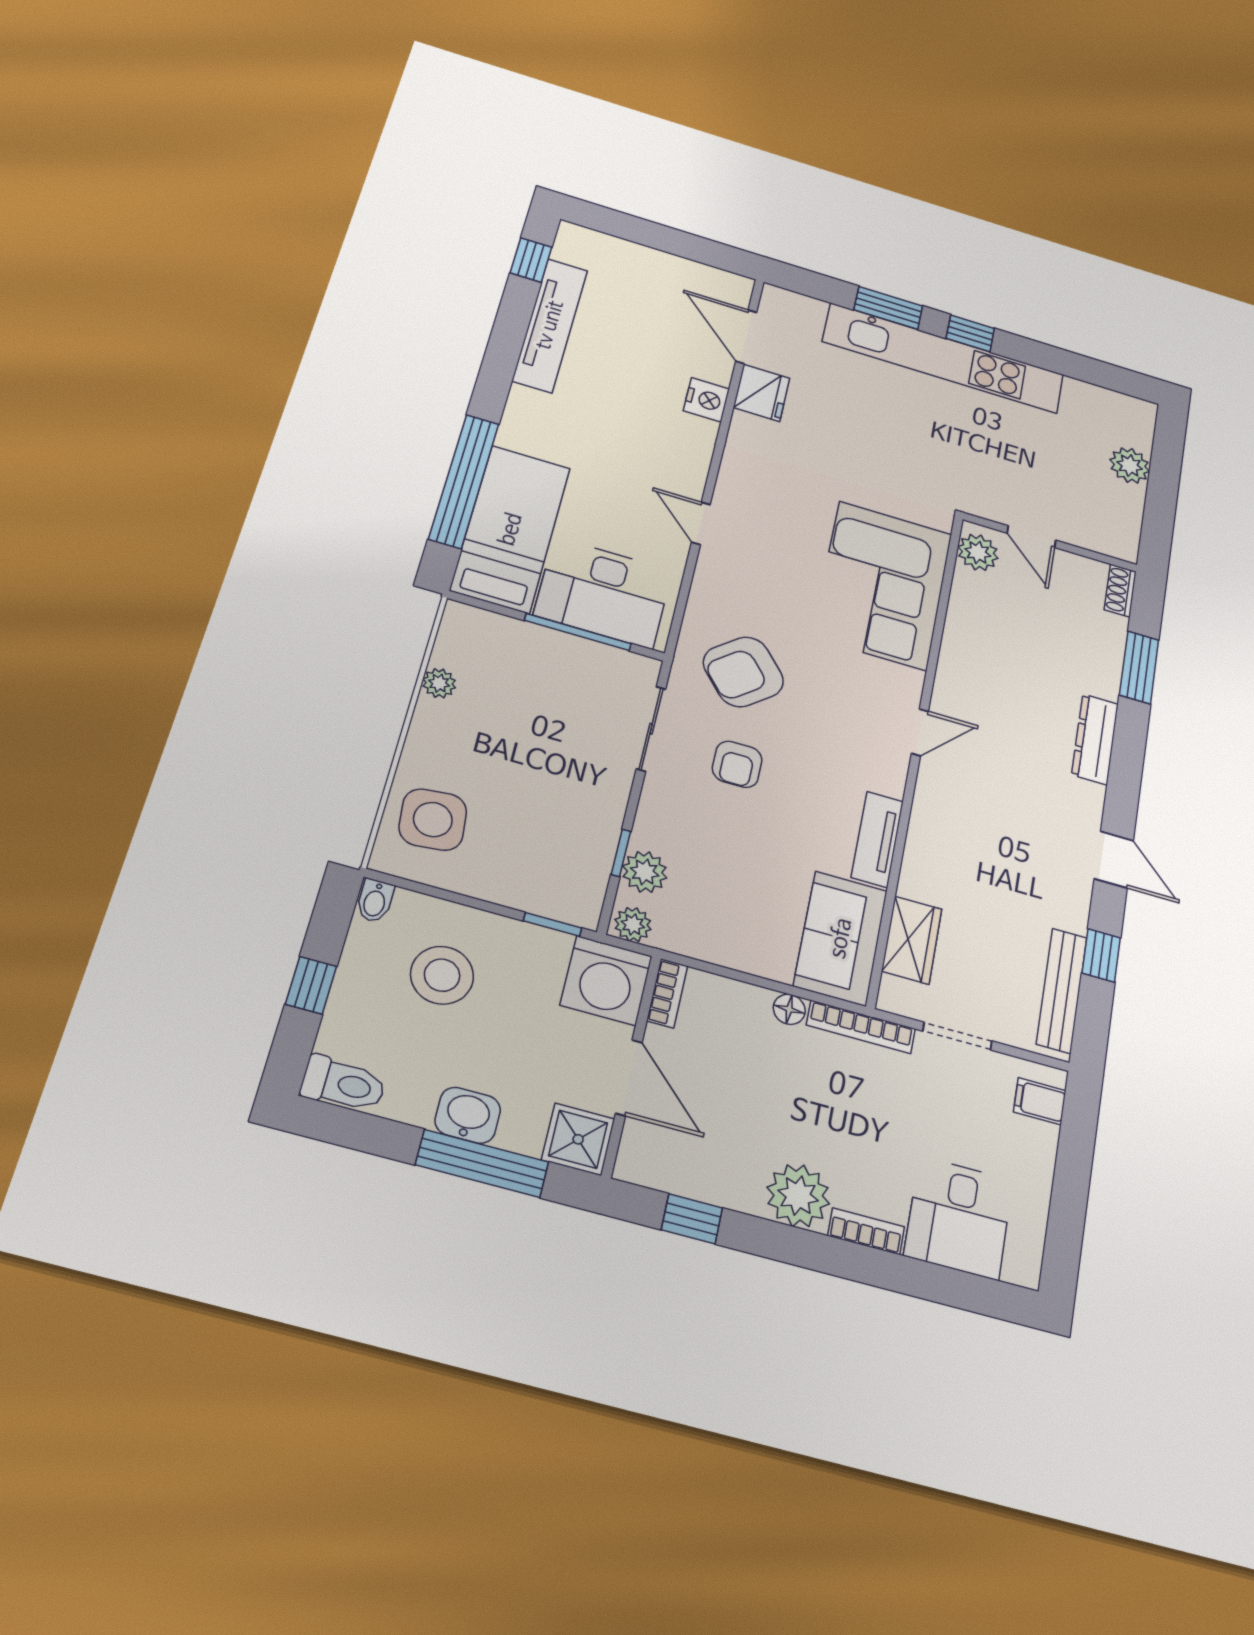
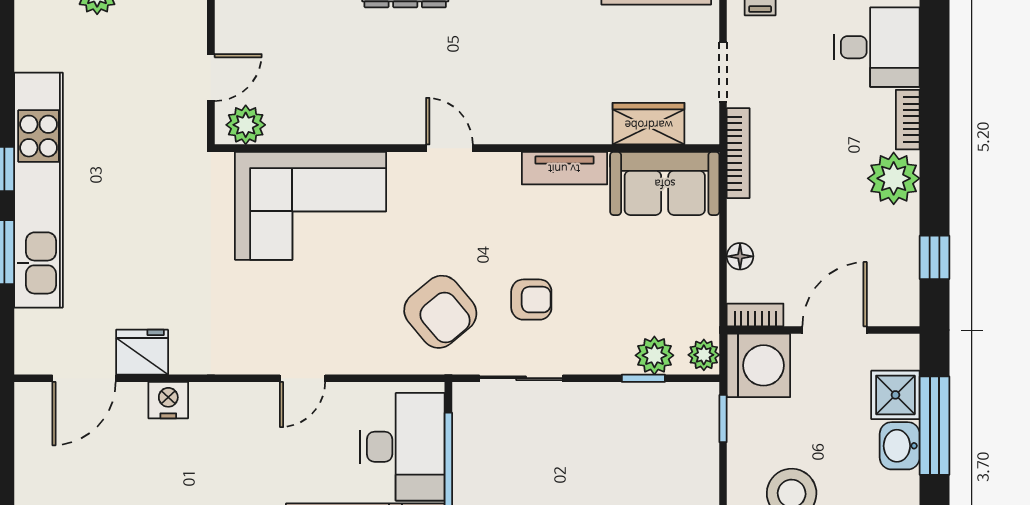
floor lamp: (789, 1009) -> (740, 256), moved
shower: (578, 1139) -> (895, 395), moved

